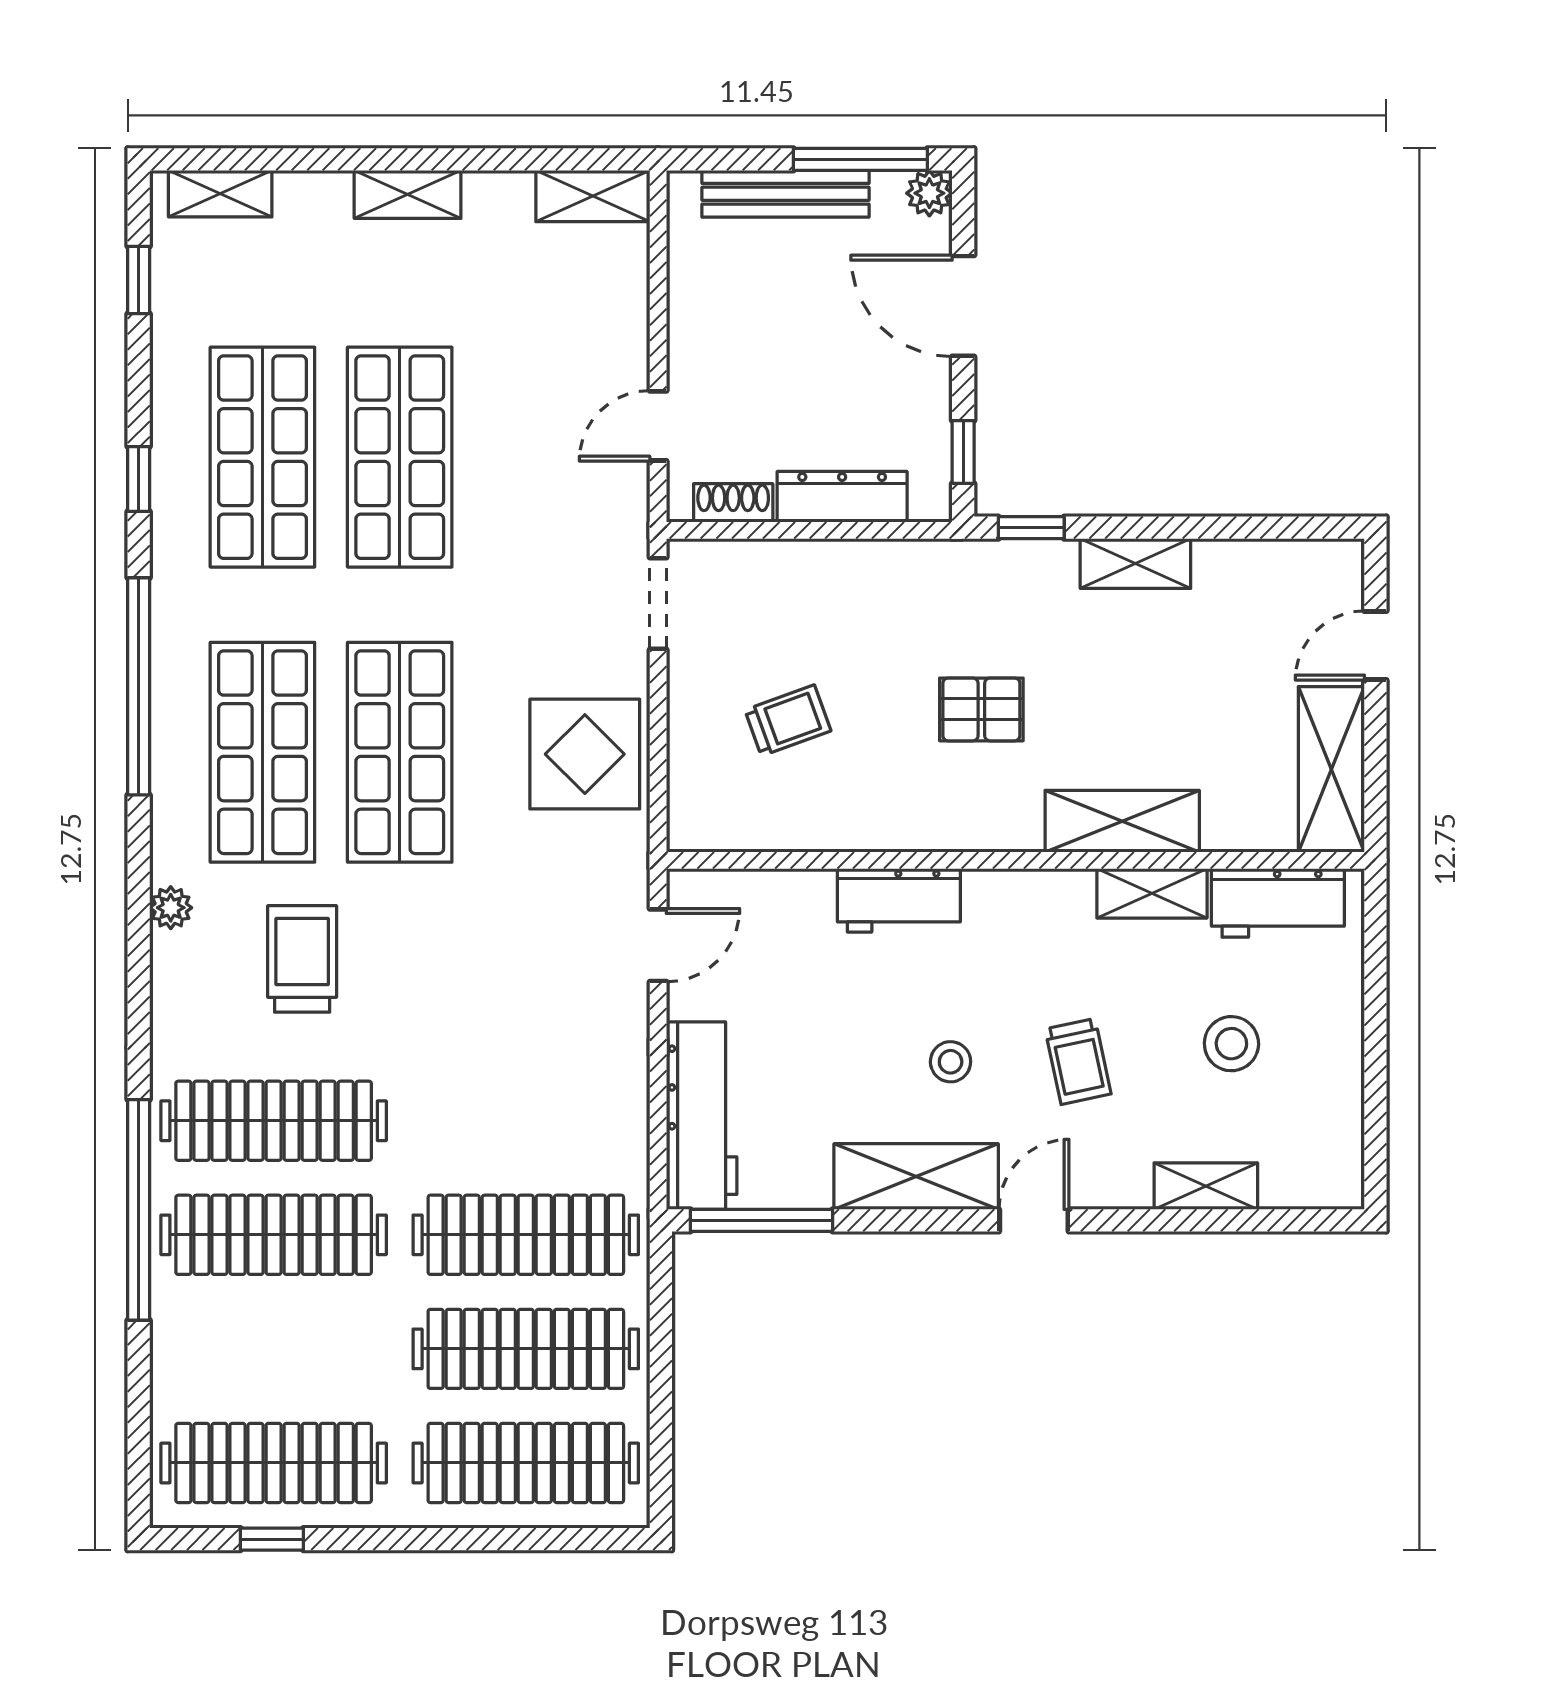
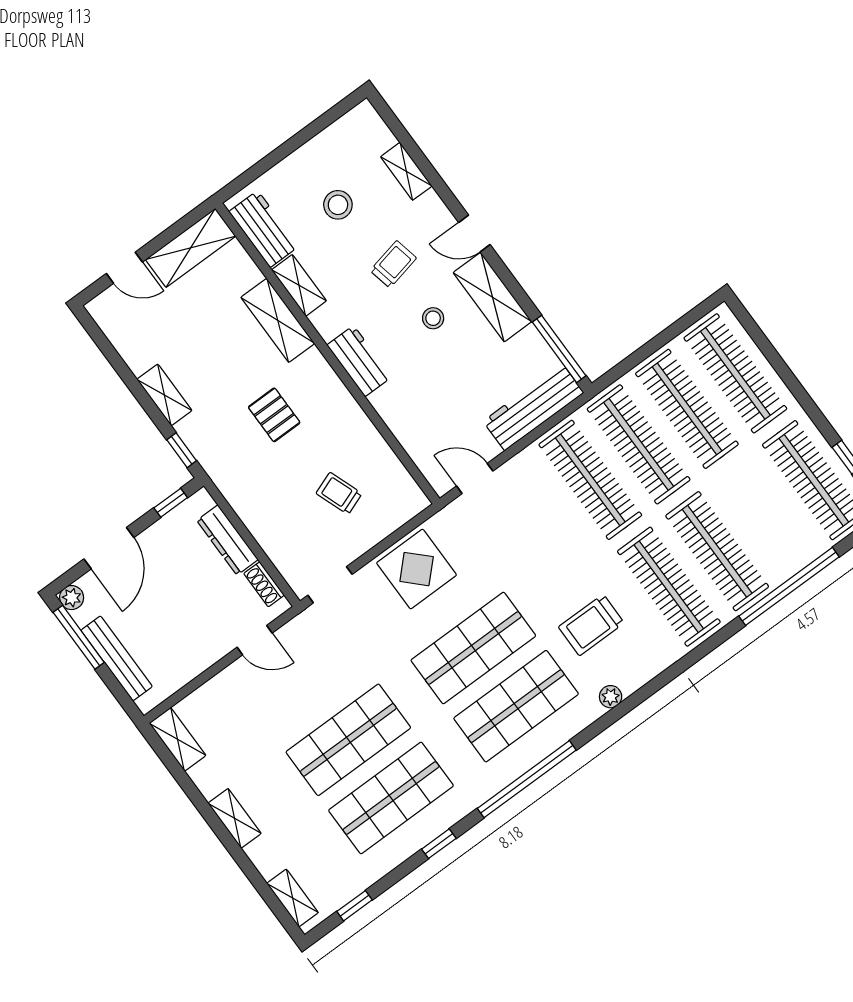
workbench: (899, 900) -> (359, 361), moved
clothes rail: (526, 1121) -> (590, 480), added
window: (139, 1210) -> (789, 586), moved

